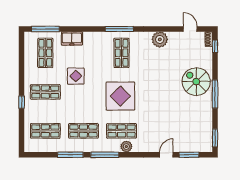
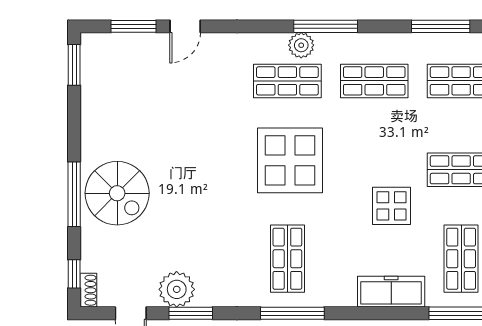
window: (164, 29) -> (191, 313), added
freezer: (72, 38) -> (391, 292), width x1.40
plant: (160, 39) -> (177, 289), moved
window: (215, 94) -> (74, 194), moved
plant: (126, 147) -> (301, 45), moved
window: (70, 155) -> (441, 26), moved

